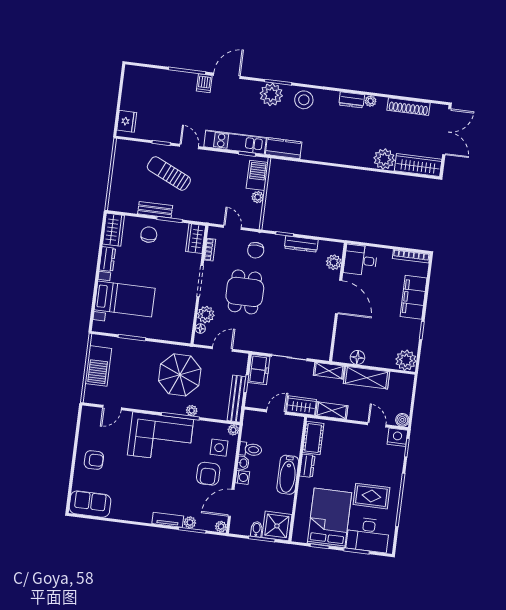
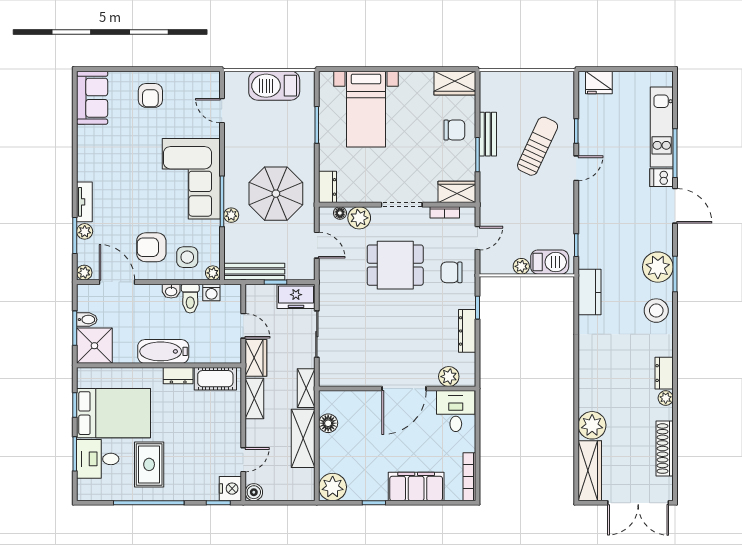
kitchen unit: (235, 142) -> (662, 127), moved, turned 180
dresser: (107, 259) -> (328, 187), moved, turned -90
washing machine: (242, 477) -> (211, 292), moved
desk: (368, 535) -> (98, 459), width x0.73

